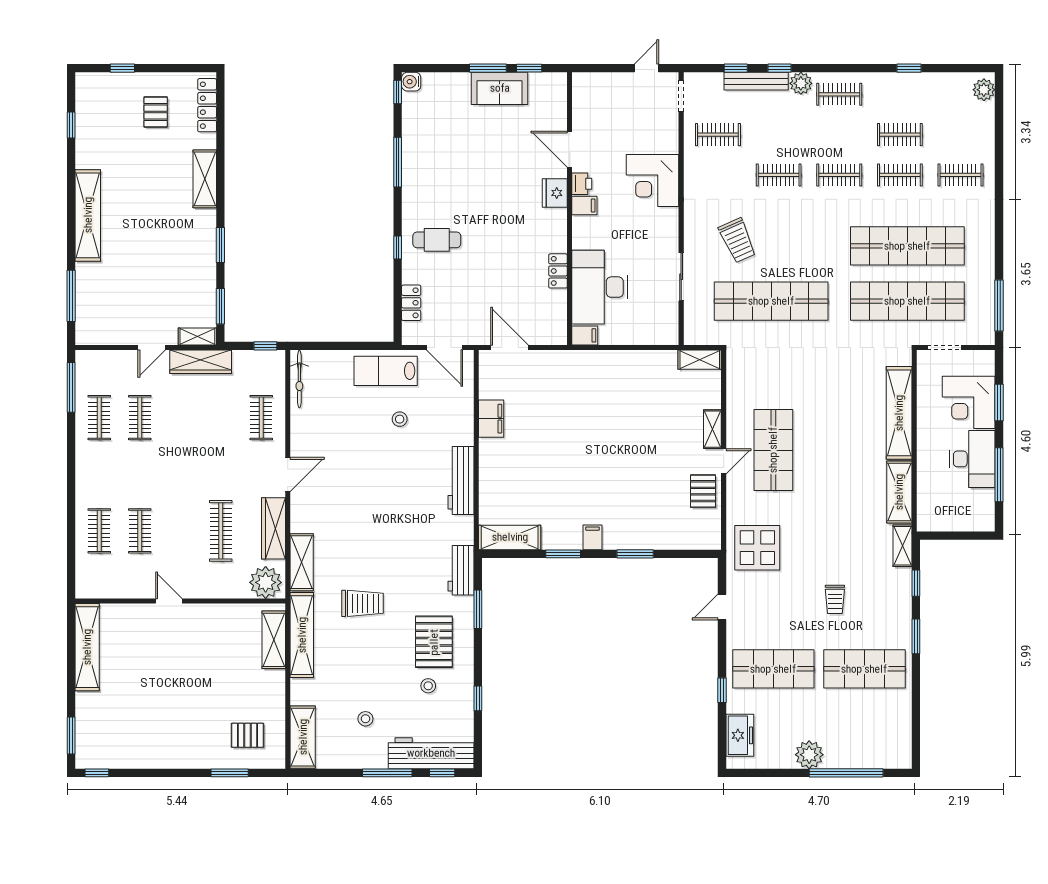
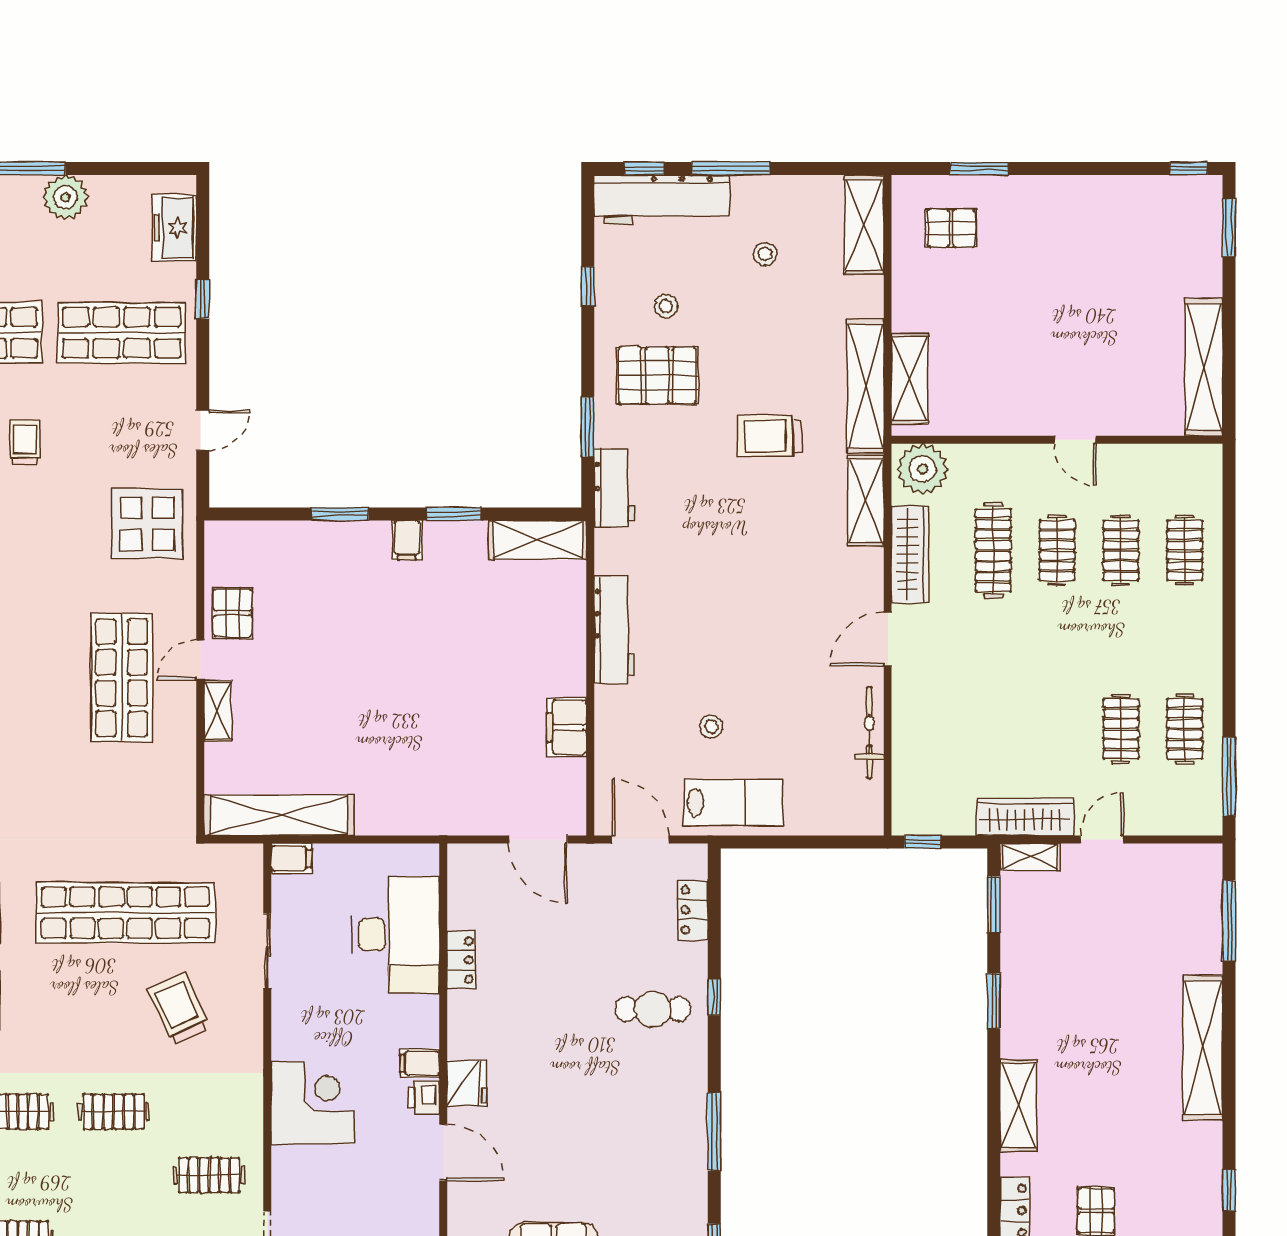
filing cabinet: (585, 335) -> (291, 858), moved, turned 180
shelving: (700, 360) -> (279, 815), width x2.20, depth x1.33
bicycle: (299, 379) -> (869, 733), moved
clothes rail: (261, 418) -> (1057, 550), moved
pallet: (434, 642) -> (657, 375), turned 90

